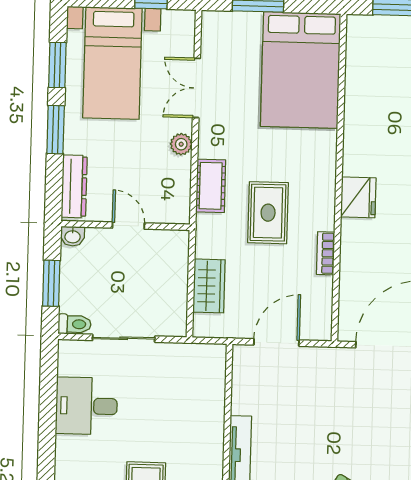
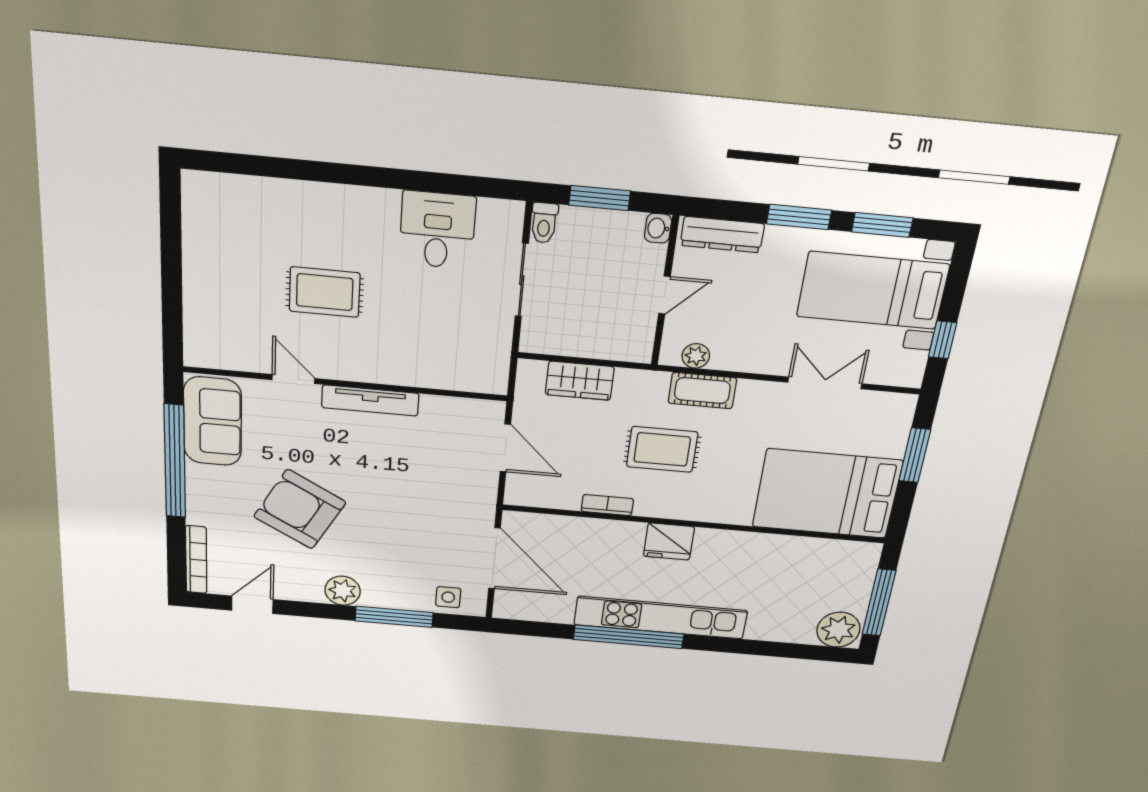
plant: (181, 144) -> (696, 356), moved

